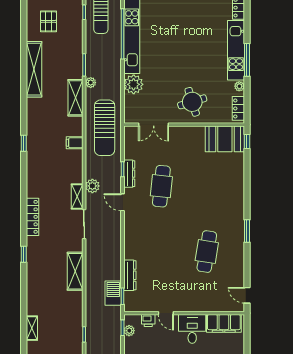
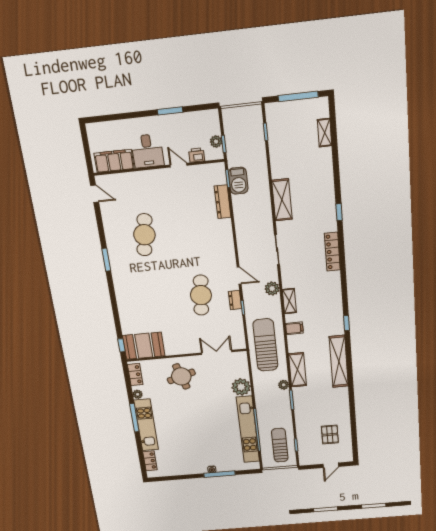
shelving: (34, 69) -> (339, 361), moved
dresser: (129, 174) -> (235, 300), width x0.70
shelving: (77, 196) -> (289, 301), moved

